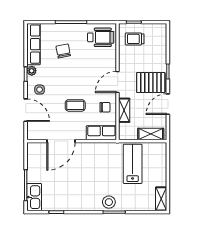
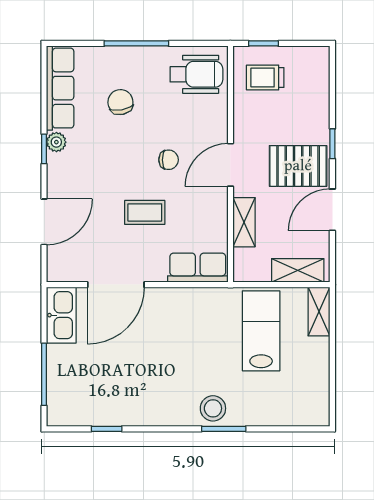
side table: (40, 90) -> (72, 180), removed
chair: (105, 107) -> (169, 160), moved
door: (26, 110) -> (44, 222), hinge flipped
kitchen sink: (34, 197) -> (61, 315), moved
shelving: (161, 199) -> (319, 311), moved

